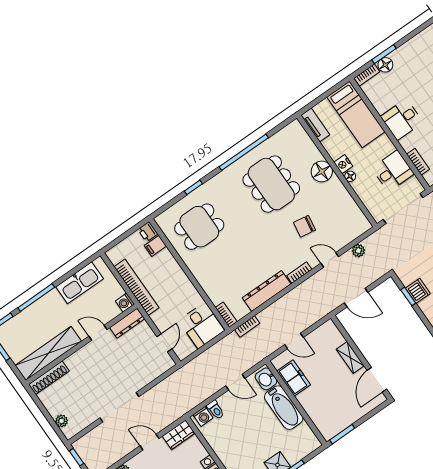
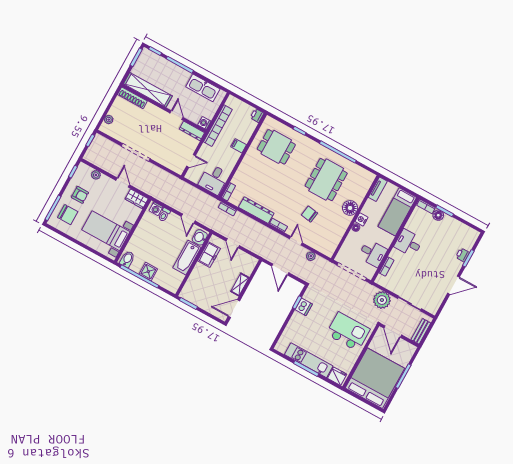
filing cabinet: (155, 246) -> (239, 146), moved

